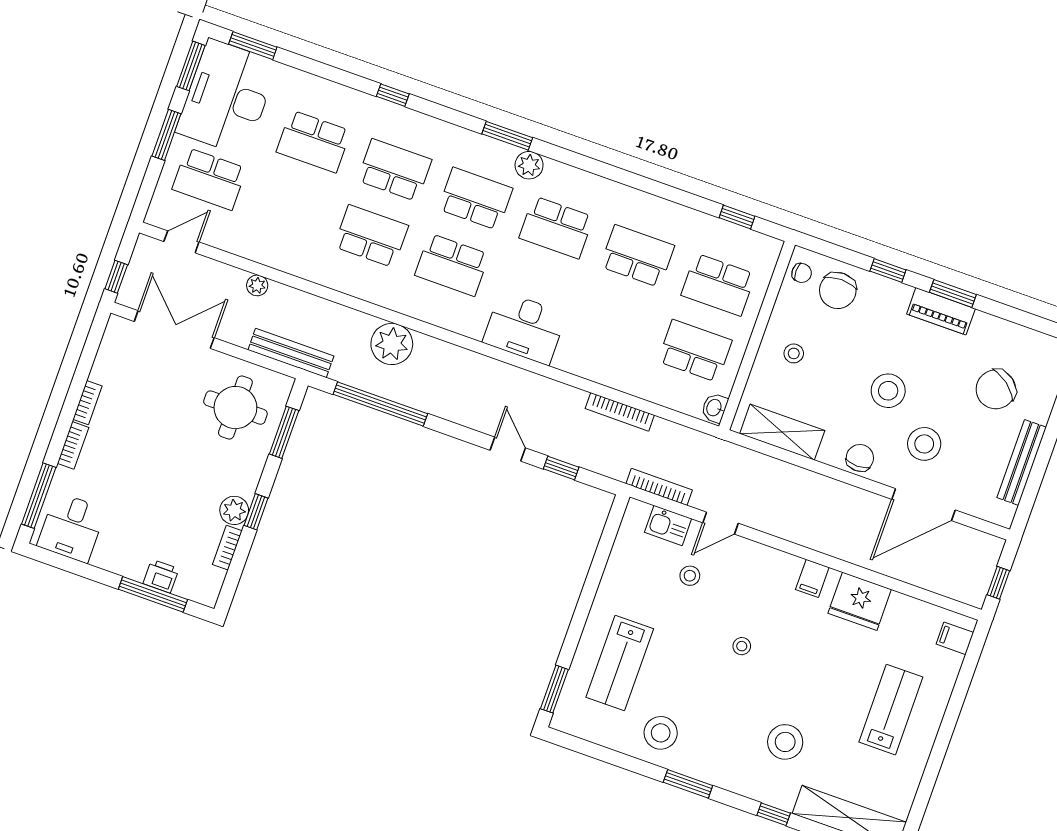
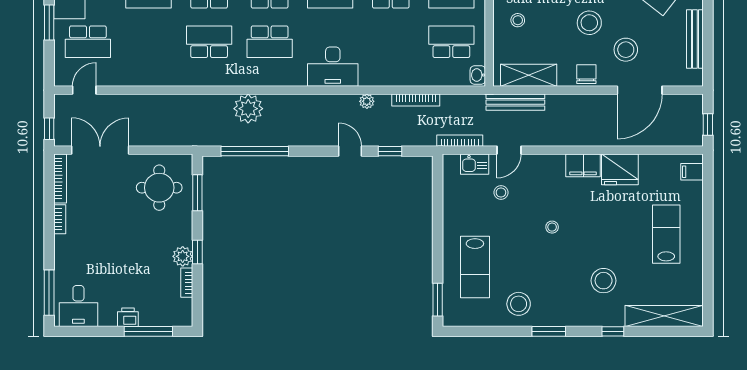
plant: (257, 285) -> (367, 101), moved
bench: (291, 353) -> (515, 102), moved
bookcase: (73, 445) -> (60, 179), moved, width x1.56
printer: (161, 576) -> (128, 317), moved
filing cabinet: (812, 578) -> (583, 165), width x2.00

